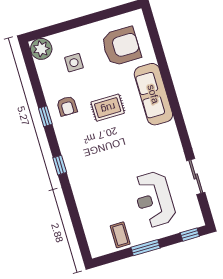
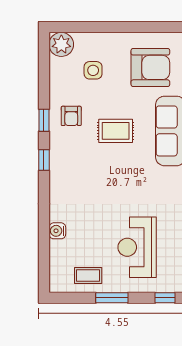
window: (60, 165) -> (44, 160), moved
water cooler: (84, 205) -> (57, 231), added
coffee table: (120, 235) -> (88, 276), turned 90

